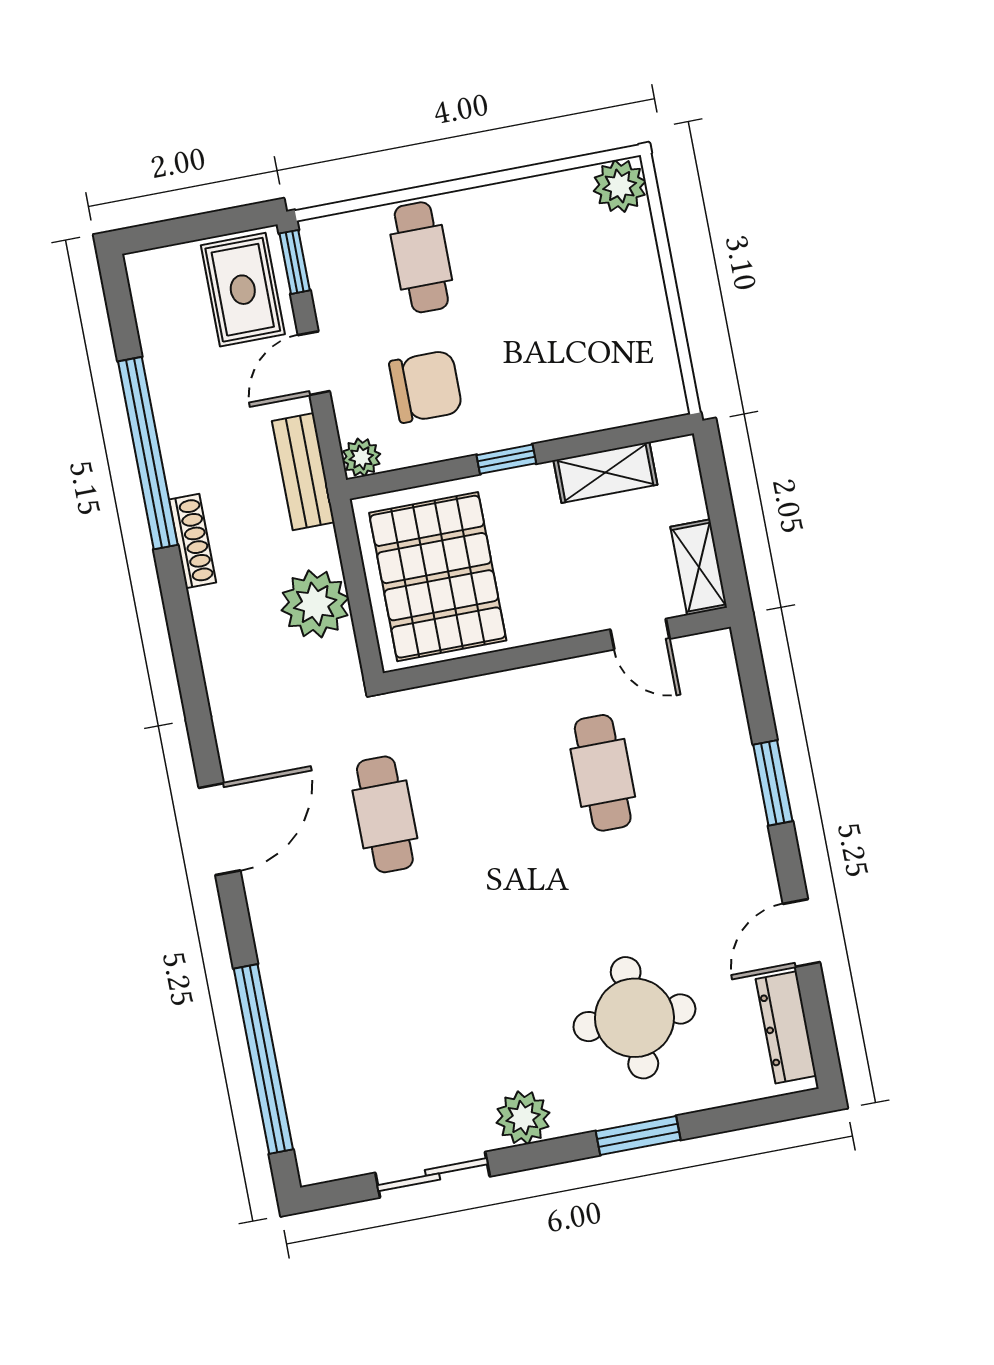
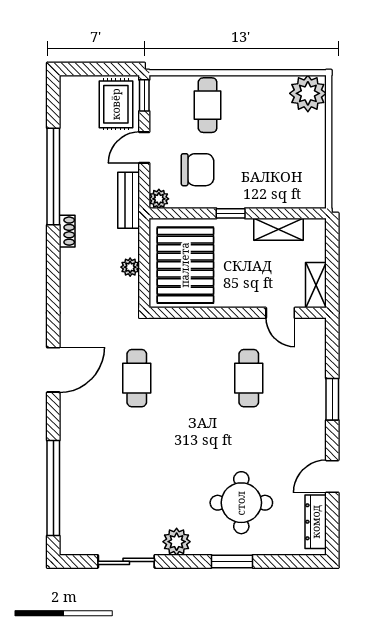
plant: (620, 186) -> (308, 93), width x1.36, depth x1.36
shoe rack: (192, 541) -> (67, 231), width x0.70
plant: (315, 604) -> (130, 267), width x0.53, depth x0.53

